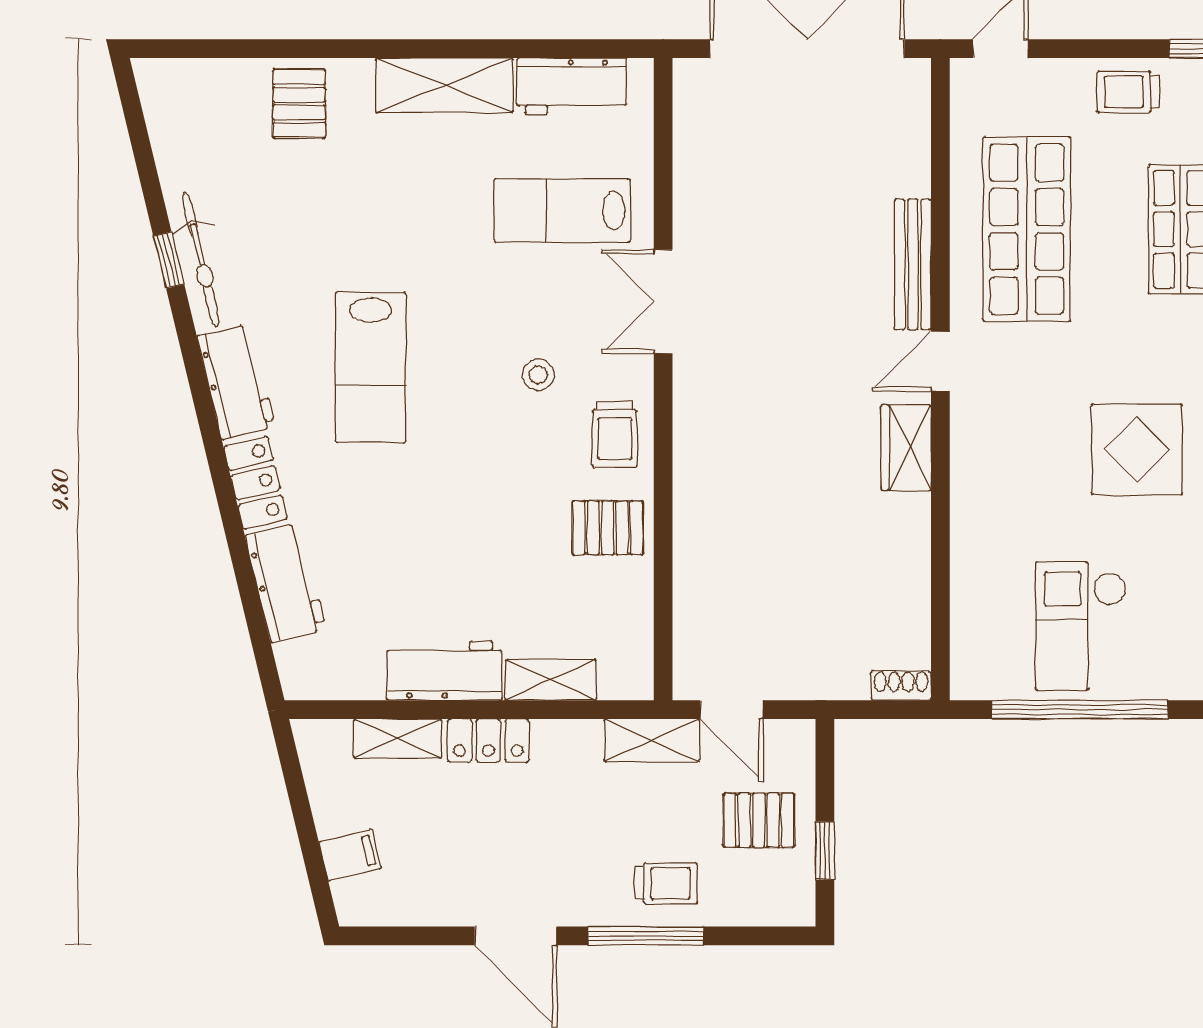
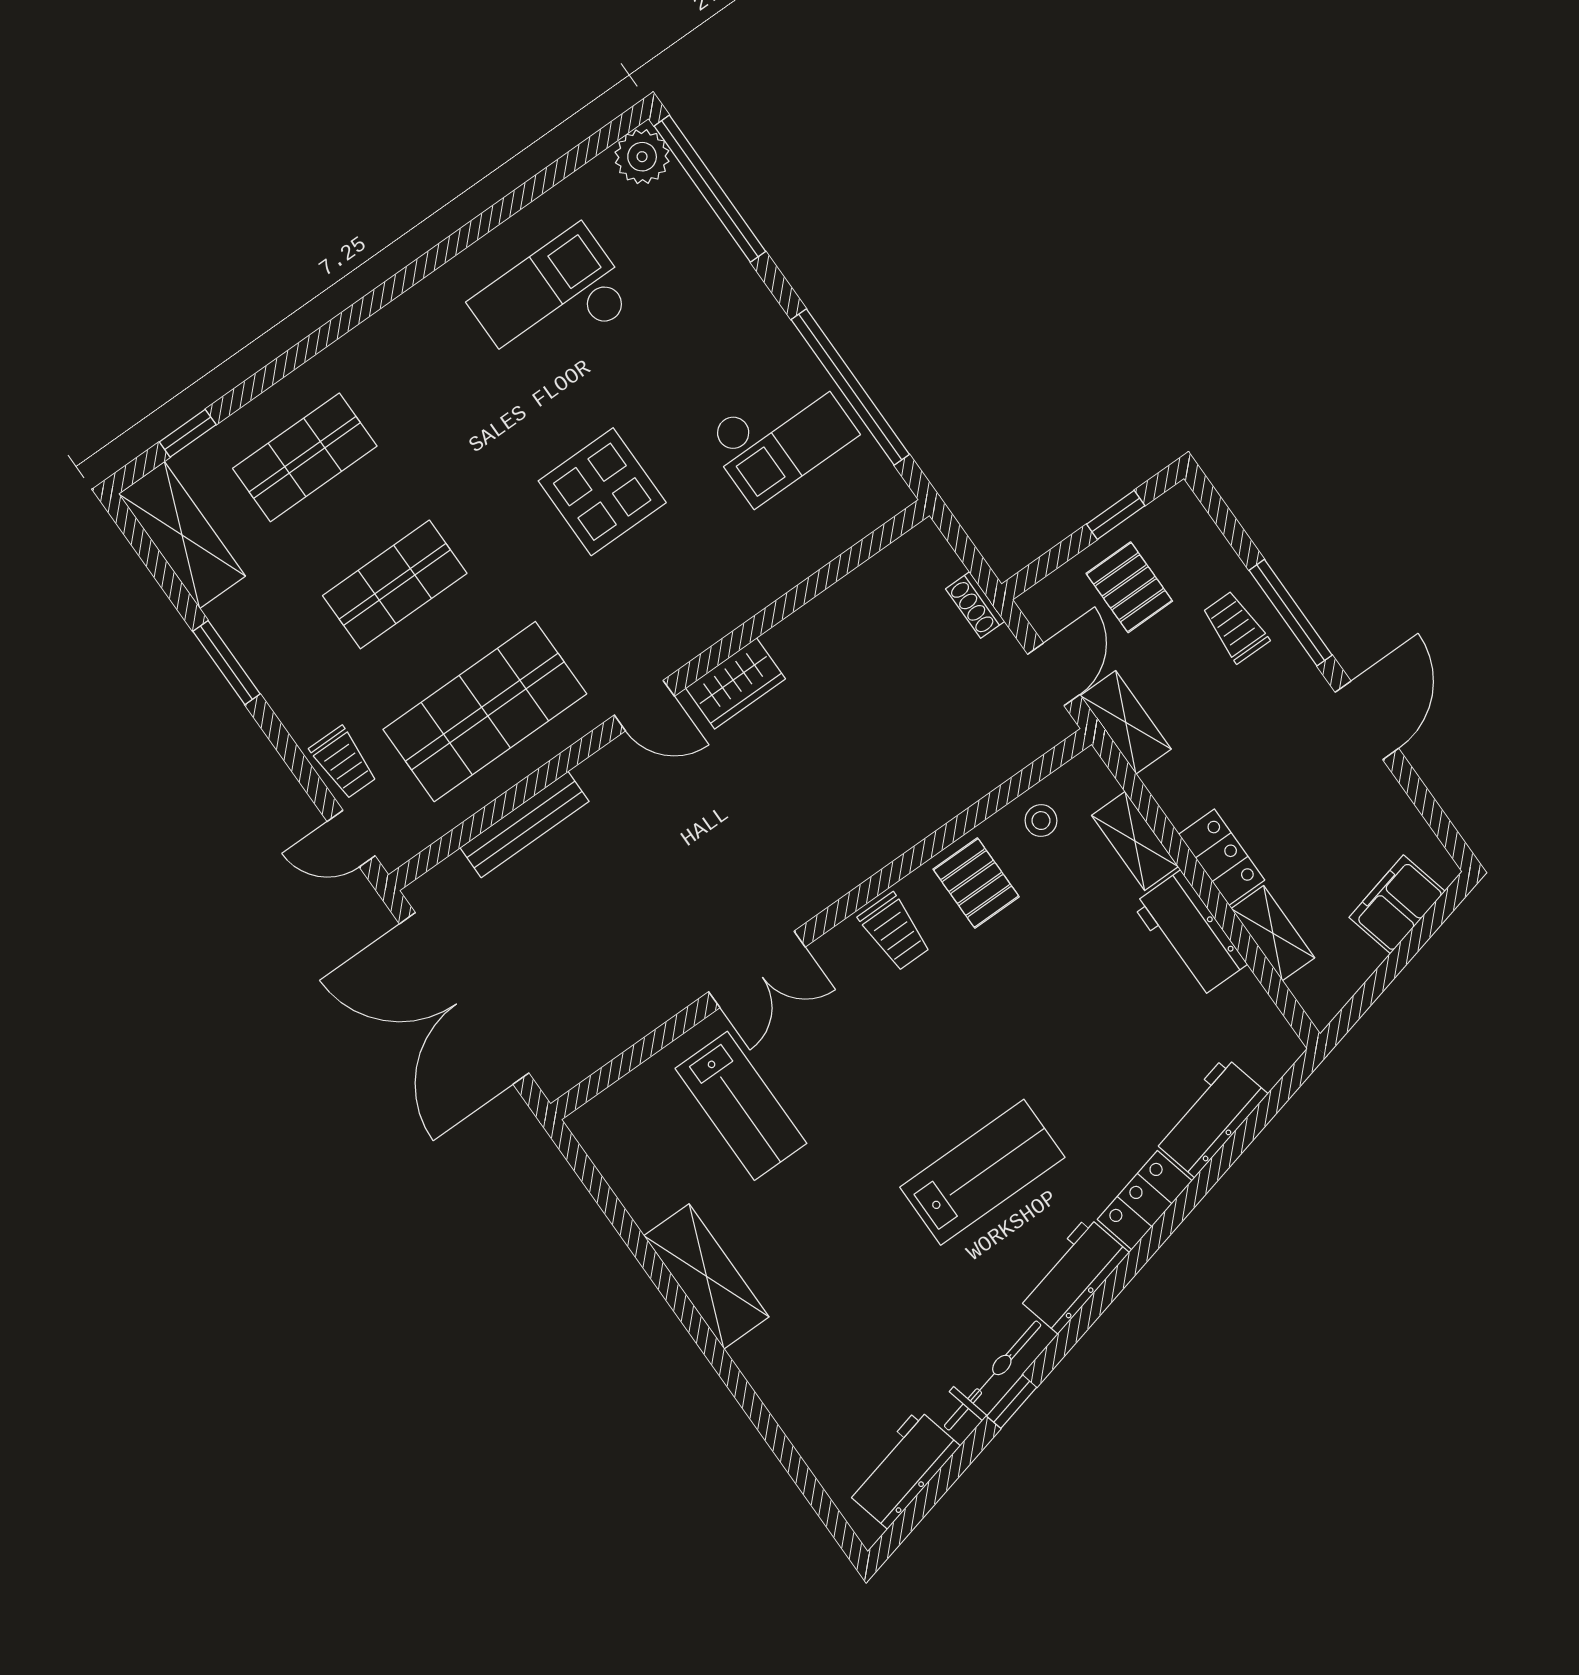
workbench: (571, 86) -> (903, 1469), moved, turned -104
trolley: (1128, 92) -> (344, 762), moved
pallet: (299, 104) -> (806, 1386), removed
bench: (913, 264) -> (525, 825), moved
stool: (538, 375) -> (1041, 821), moved
trolley: (615, 434) -> (895, 932), turned 90
shoe rack: (901, 686) -> (975, 605), moved
filing cabinet: (350, 855) -> (1397, 904), width x2.00

